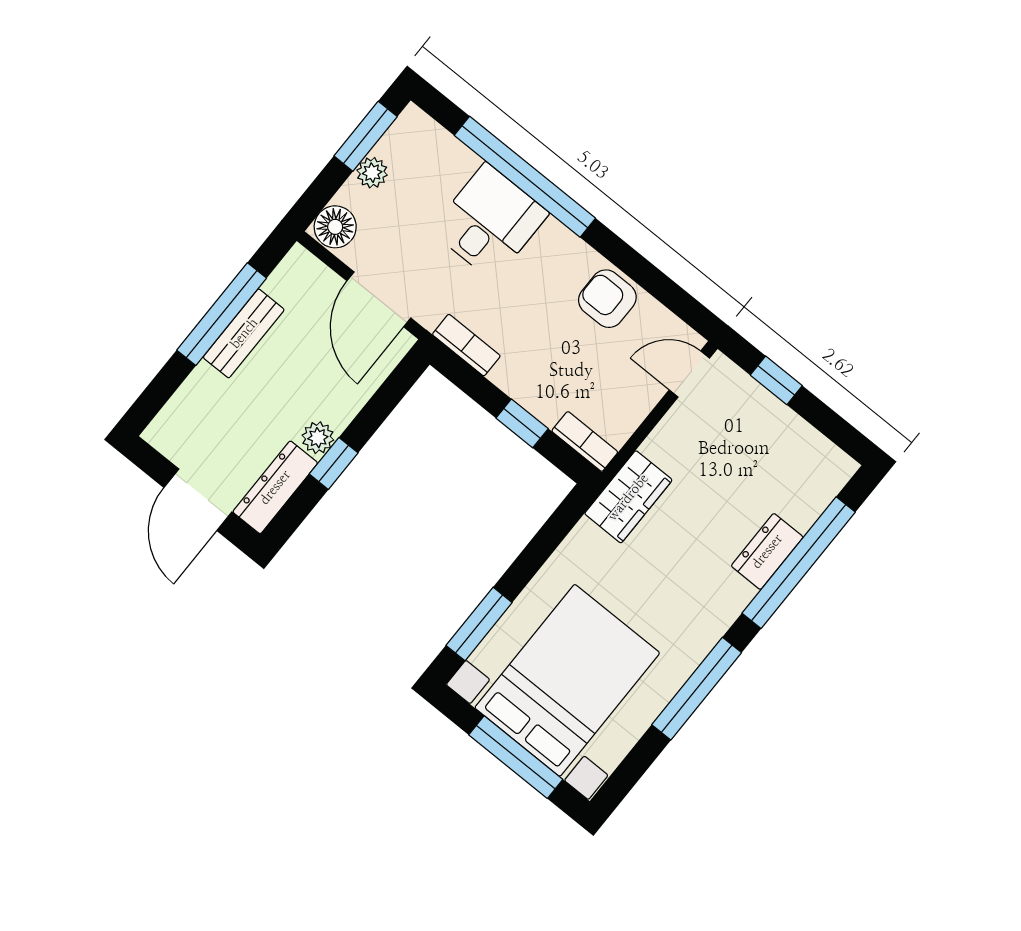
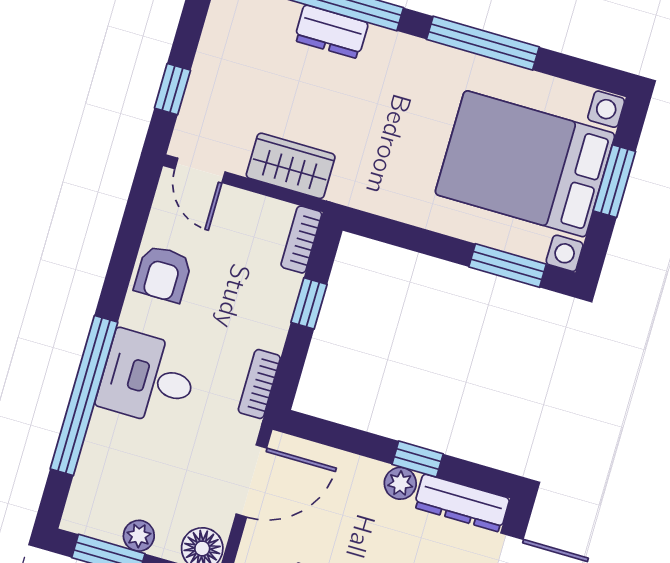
desk: (489, 222) -> (148, 378), moved
wardrobe: (628, 497) -> (291, 166), moved
window: (516, 757) -> (614, 181), width x0.69

